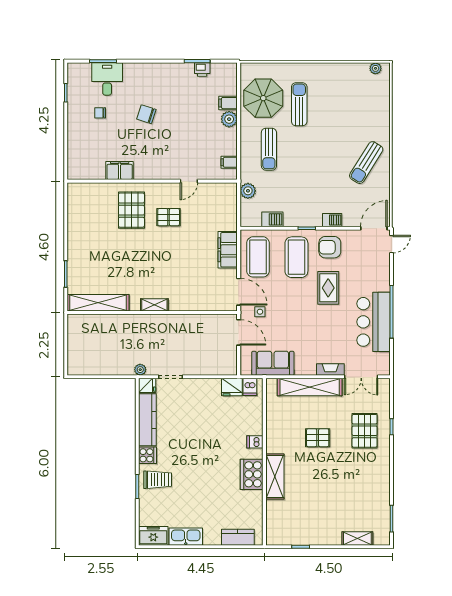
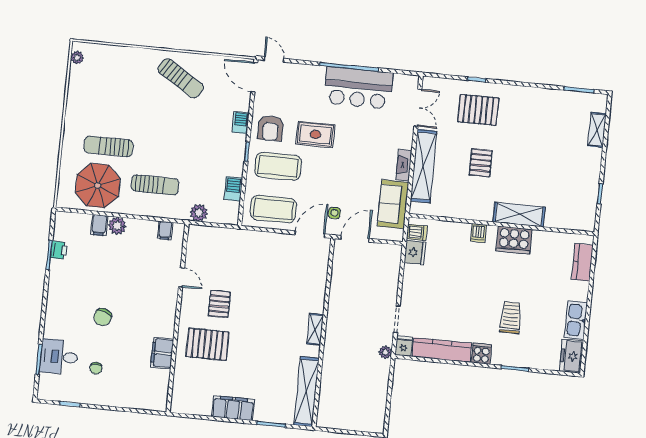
filing cabinet: (228, 250) -> (233, 408), moved, turned 180
fireplace: (330, 370) -> (404, 165), moved
trolley: (158, 480) -> (511, 318), moved

